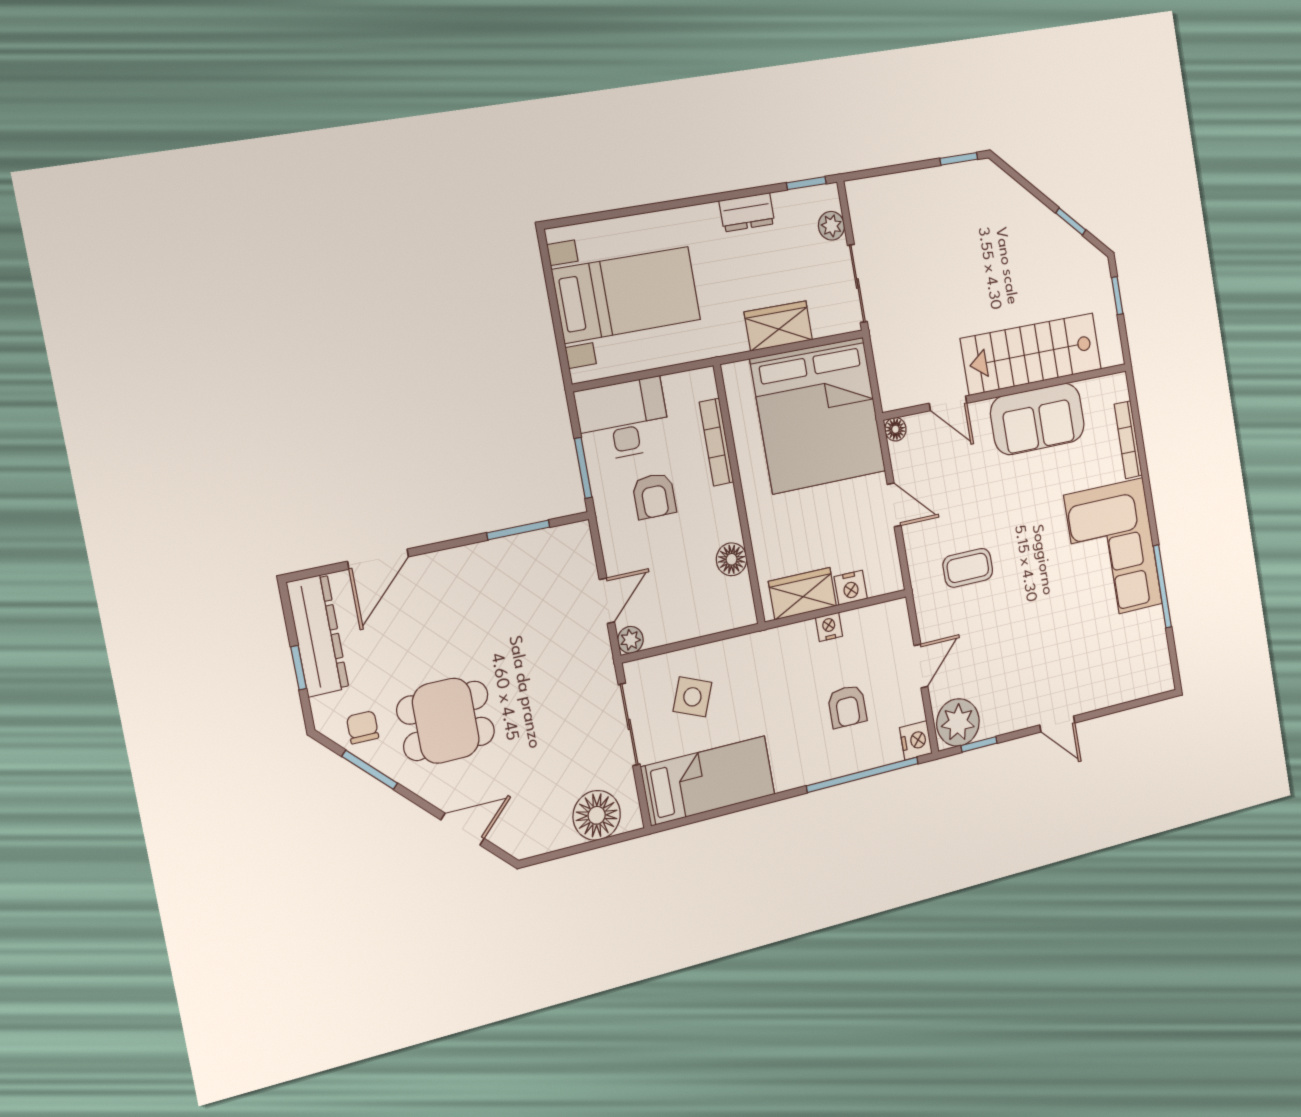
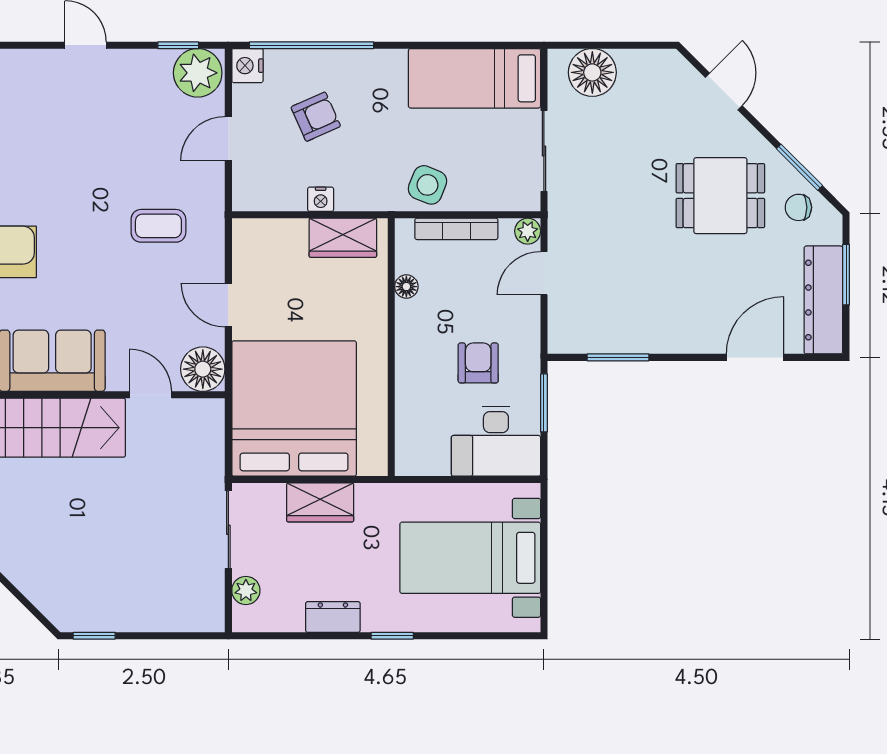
window: (806, 183) -> (392, 636), moved
floor lamp: (895, 429) -> (203, 369), width x1.89, depth x1.89
bookcase: (716, 442) -> (456, 229), moved, turned 90
floor lamp: (732, 559) -> (406, 287), width x0.73, depth x0.73
nightstand: (851, 588) -> (290, 233), removed
window: (299, 668) -> (846, 275), width x1.50
side table: (692, 697) -> (427, 185), moved
armchair: (847, 706) -> (316, 117), turned 66
chair: (363, 727) -> (798, 207), turned 90
door: (463, 829) -> (724, 92), swing flipped

